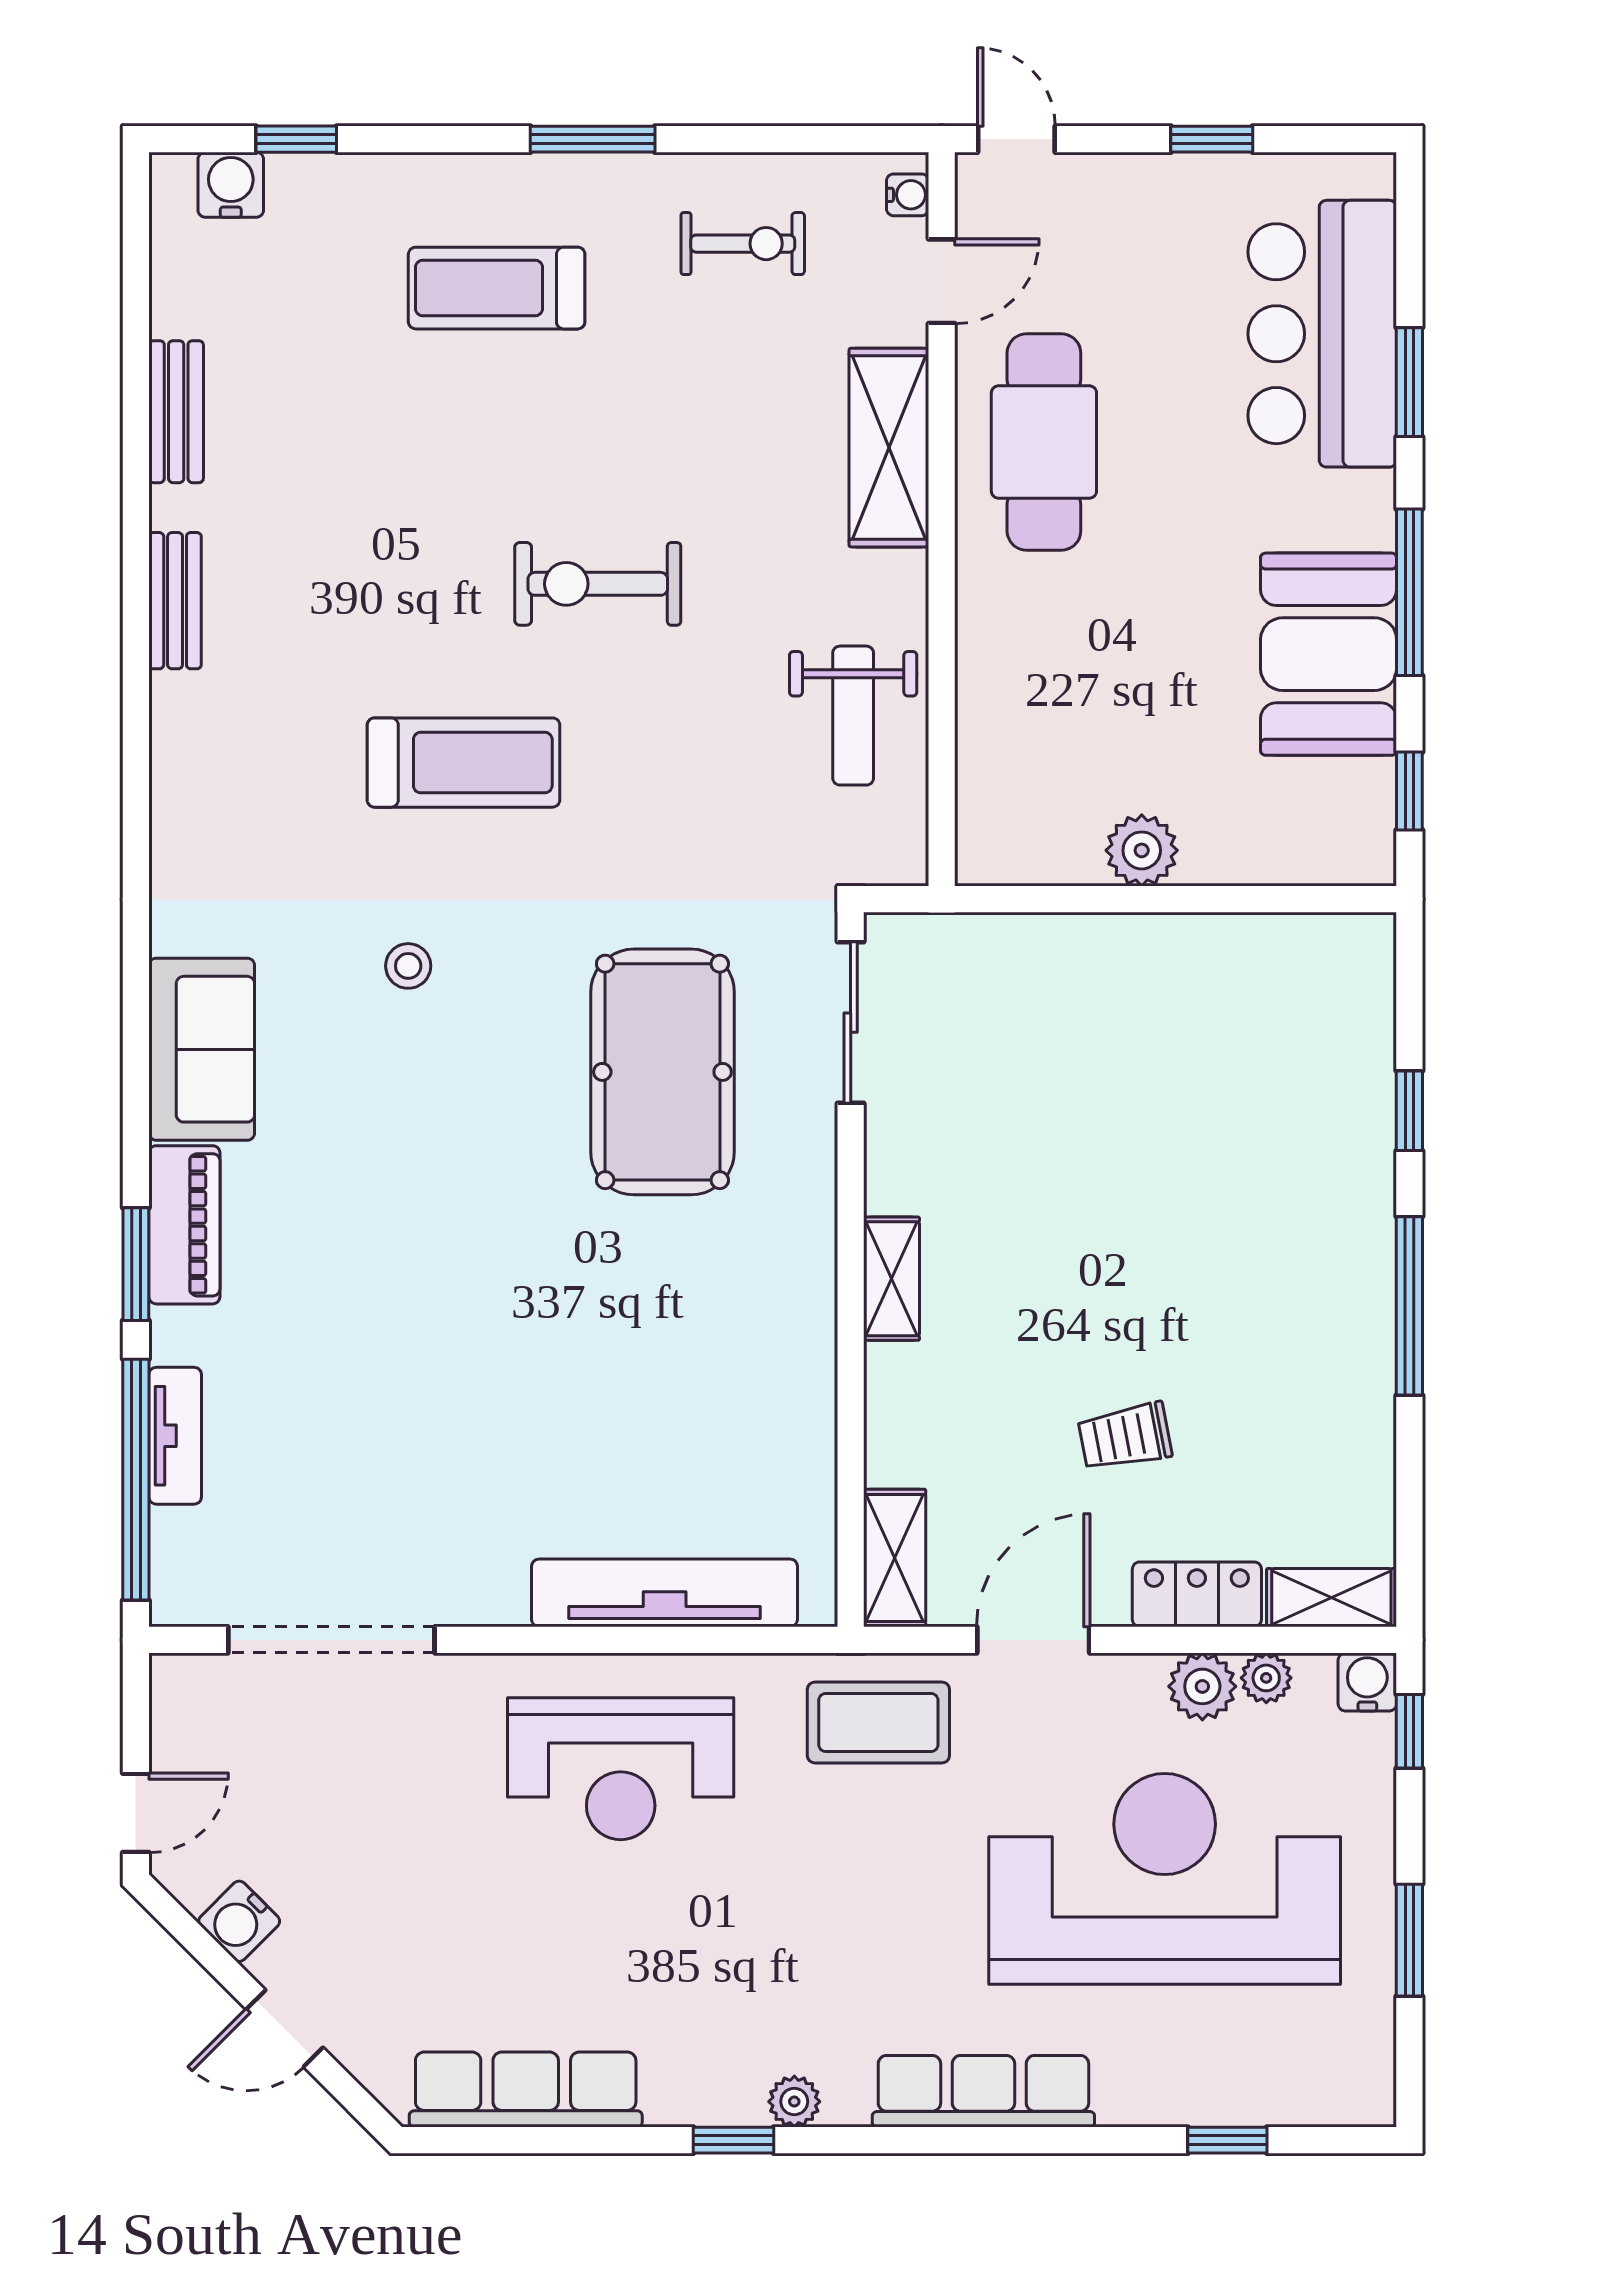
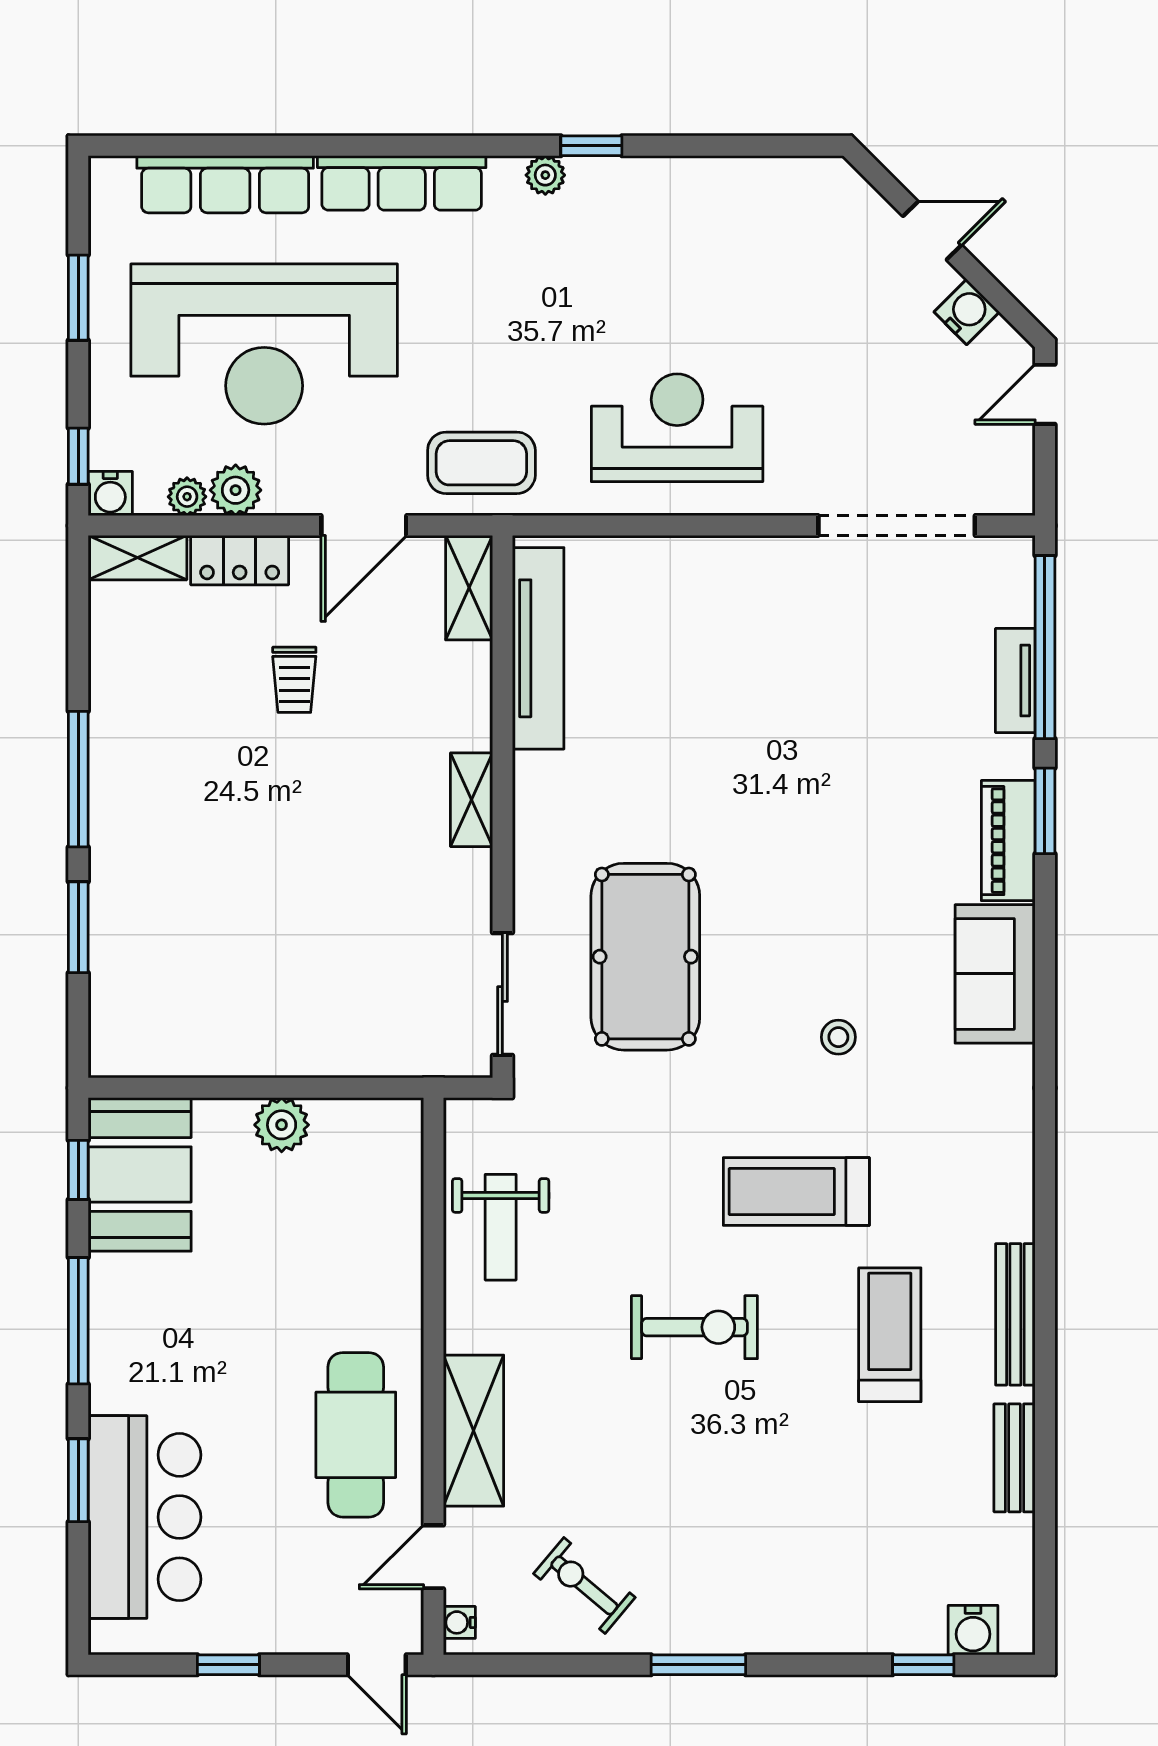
exercise bike: (743, 244) -> (584, 1585), turned 40
treadmill: (497, 288) -> (890, 1335), moved, turned -90
bench: (175, 601) -> (1015, 1314), width x1.36
booth: (1329, 654) -> (140, 1174), moved
weight bench: (853, 716) -> (501, 1227), turned 180
window: (1409, 1111) -> (78, 927), width x1.50
trolley: (1125, 1437) -> (294, 680), turned 101
tv unit: (665, 1593) -> (538, 648), moved, turned -90
row of seats: (526, 2090) -> (225, 184), moved
window: (1227, 2140) -> (217, 146), removed

